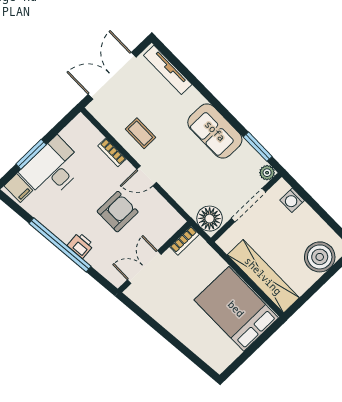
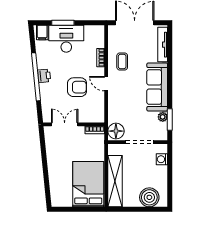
sofa: (215, 131) -> (157, 87), width x1.36
plant: (267, 173) -> (163, 117), moved
printer: (81, 245) -> (44, 76), moved

